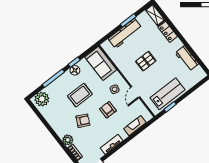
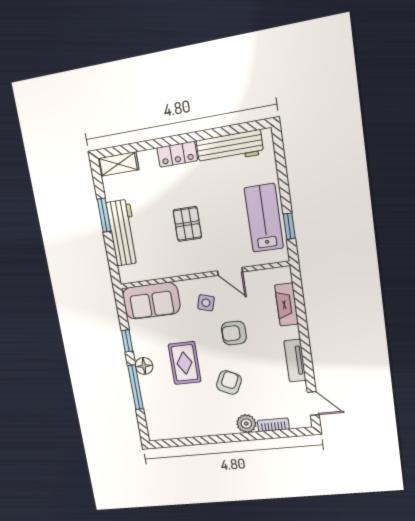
locker: (168, 32) -> (177, 154), moved
workbench: (187, 58) -> (230, 147), width x1.38
floor lamp: (75, 70) -> (144, 366), moved
plant: (42, 99) -> (159, 423), removed

